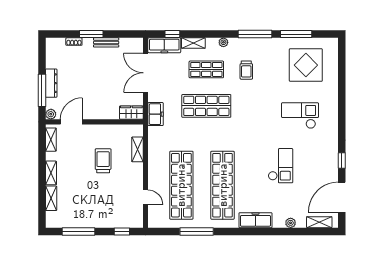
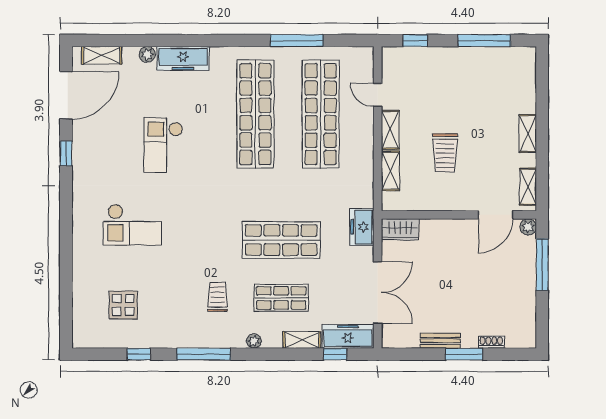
window: (296, 34) -> (138, 354), width x0.46
display table: (306, 65) -> (123, 305), width x0.54, depth x0.54
dresser: (51, 83) -> (527, 276), removed
shelving: (51, 198) -> (390, 130), moved
freezer: (255, 220) -> (183, 58), moved

